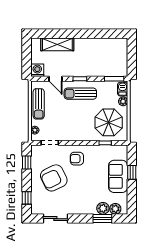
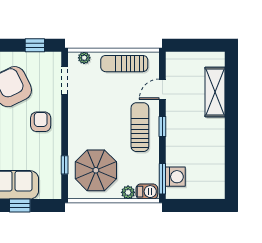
washing machine: (37, 70) -> (175, 177), moved

